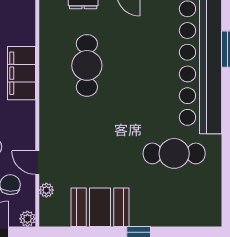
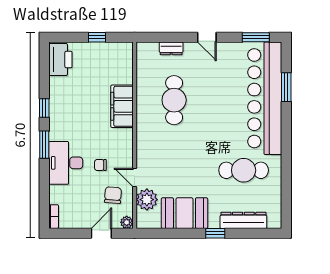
plant: (46, 190) -> (147, 200), width x1.88, depth x1.88
dresser: (174, 216) -> (243, 220), added

